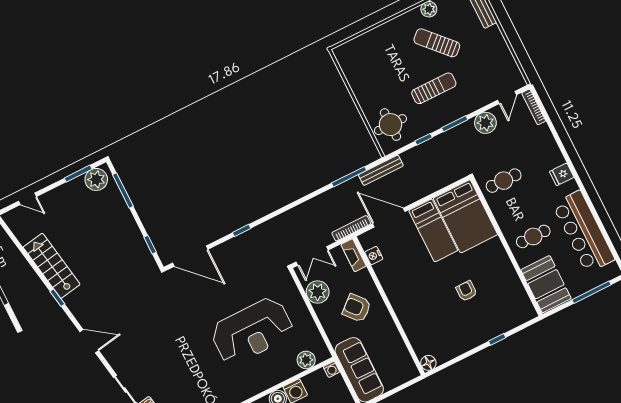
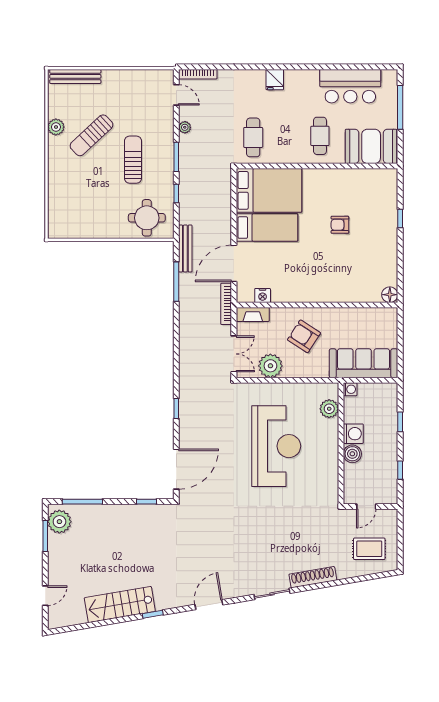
plant: (485, 123) -> (185, 127), width x0.53, depth x0.53
bar counter: (584, 232) -> (350, 86), width x0.73
armchair: (357, 308) -> (304, 336), turned 74

